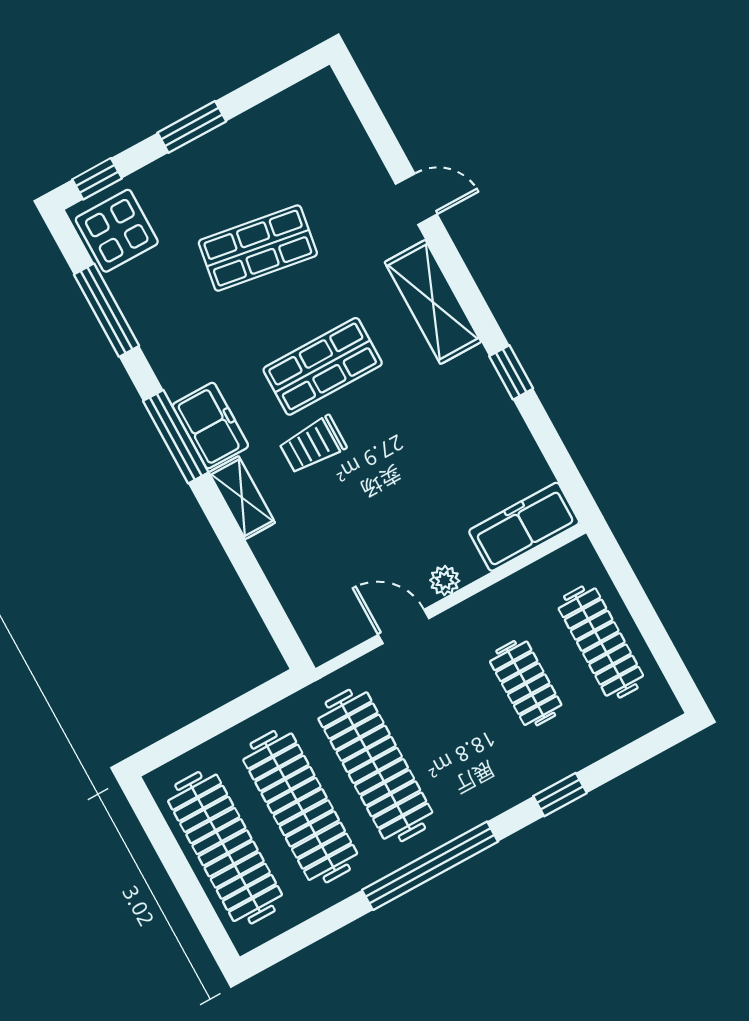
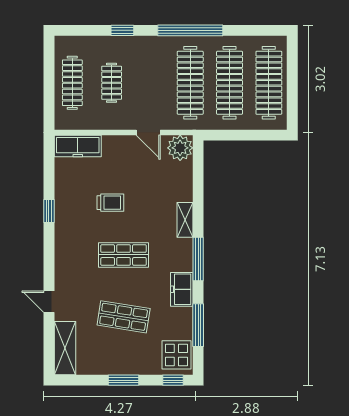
shelving: (433, 302) -> (65, 348), moved
freezer: (210, 426) -> (182, 289), moved
trolley: (313, 445) -> (110, 203), moved
plant: (445, 581) -> (180, 148), moved, width x1.88, depth x1.88

